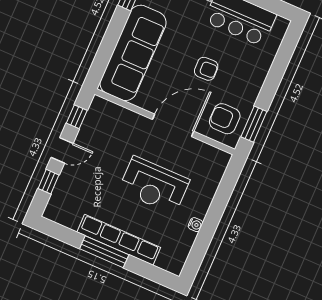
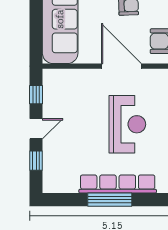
door: (173, 125) -> (121, 66), hinge flipped
reception desk: (154, 185) -> (127, 124), turned -90

